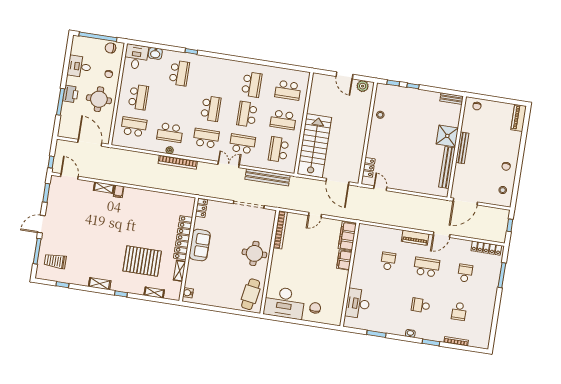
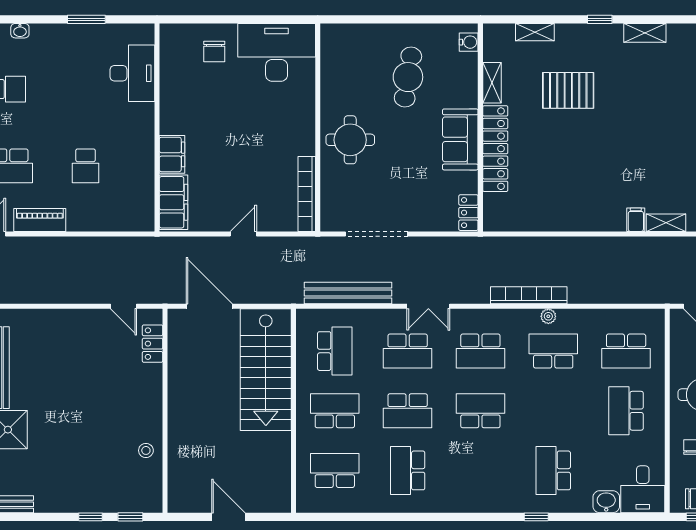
plant: (363, 86) -> (189, 501), removed
school desk: (211, 108) -> (480, 411), turned 90
school desk: (247, 114) -> (408, 411), turned 90
pallet: (142, 261) -> (568, 90), width x0.73, depth x0.71
cafe table: (251, 294) -> (408, 77), moved

